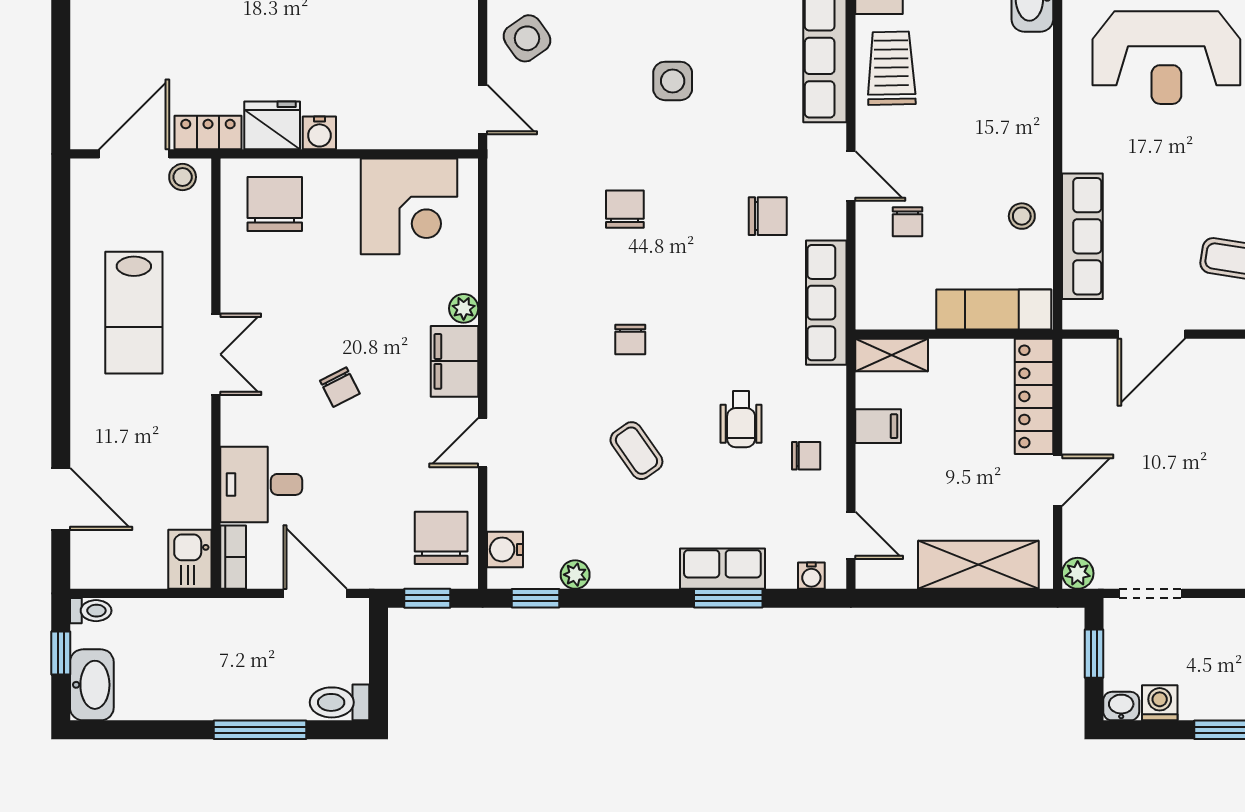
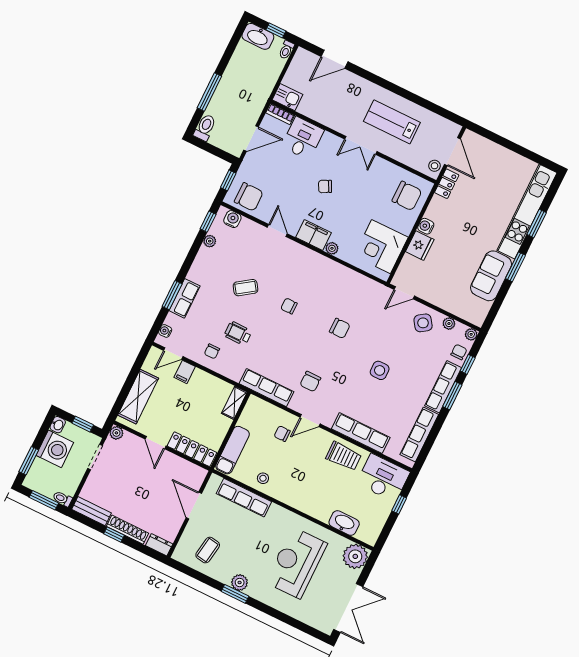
fridge: (272, 125) -> (420, 246), moved
filing cabinet: (878, 426) -> (185, 372), moved
washing machine: (1160, 703) -> (55, 449), width x1.89, depth x1.89

